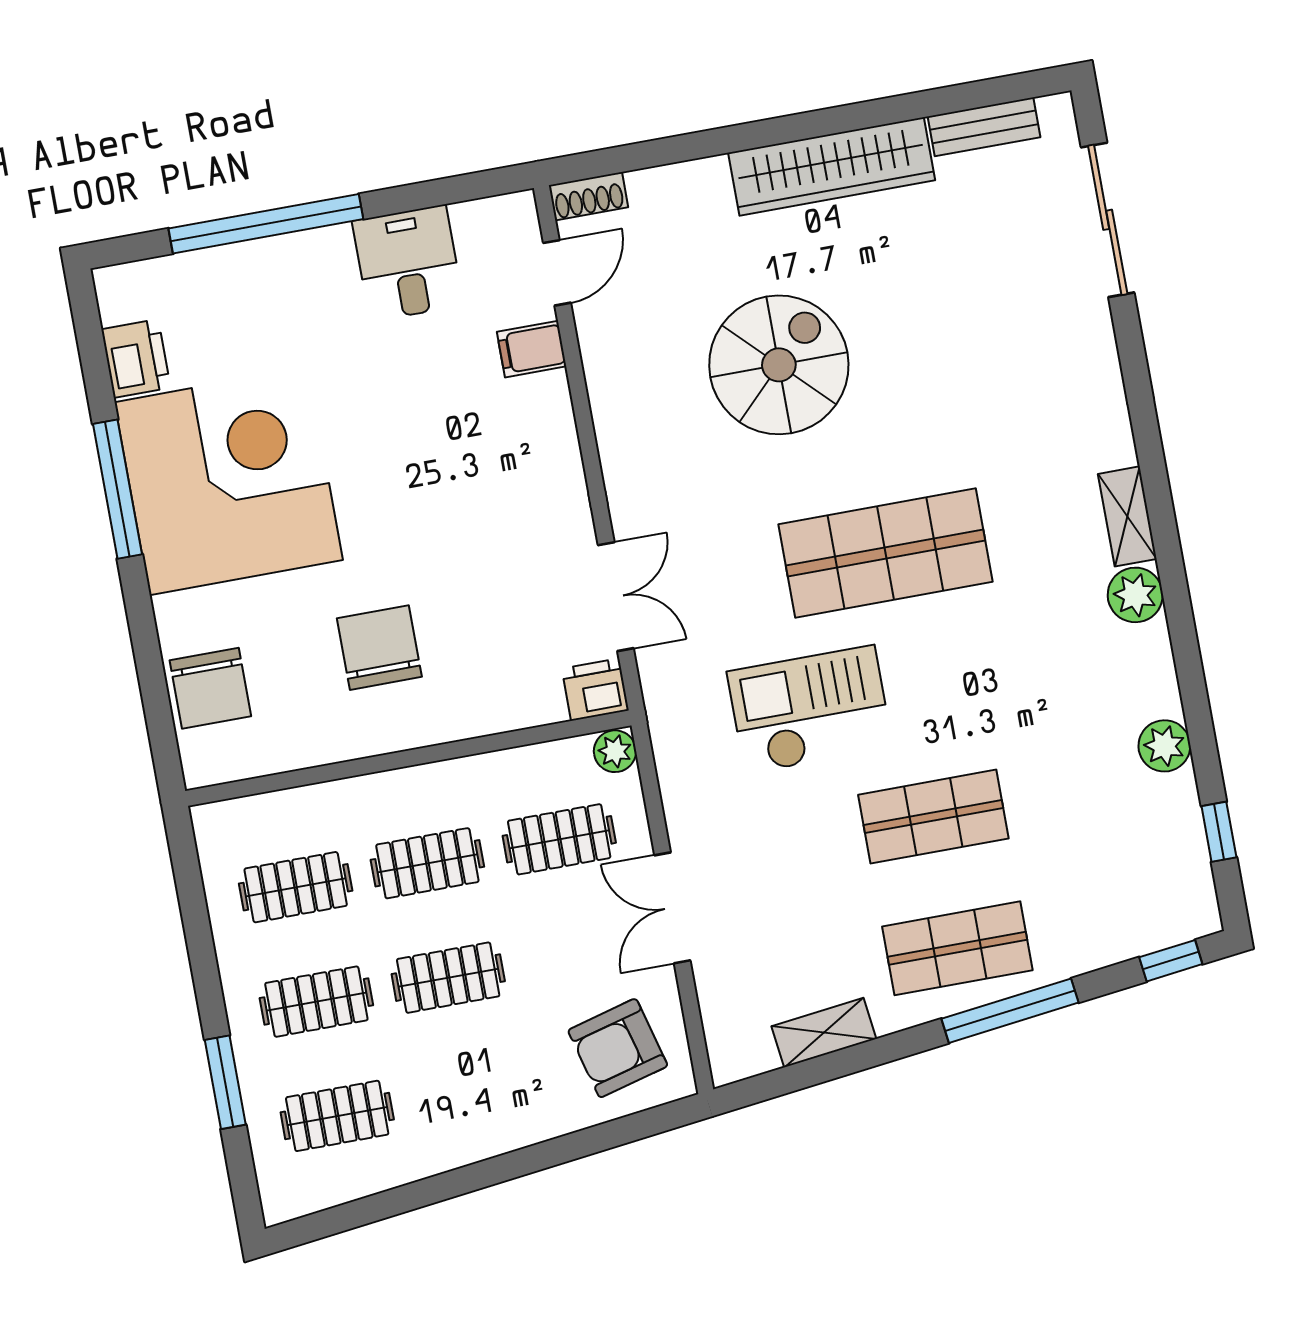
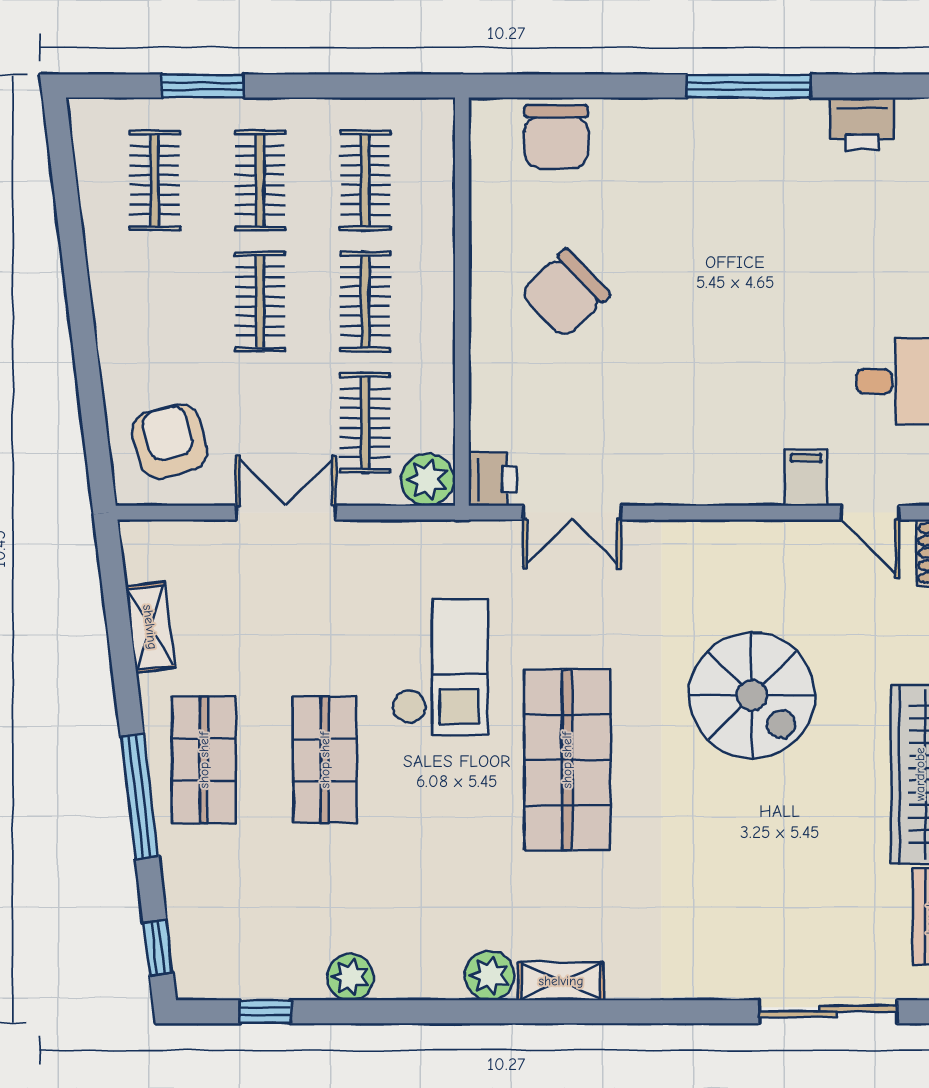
corner desk: (229, 481) -> (738, 186), removed
chair: (379, 648) -> (565, 294), turned 136
chair: (210, 688) -> (556, 137), turned -90
plant: (615, 751) -> (427, 480), width x1.38, depth x1.38

